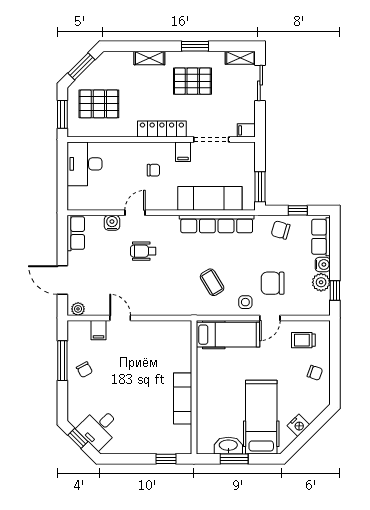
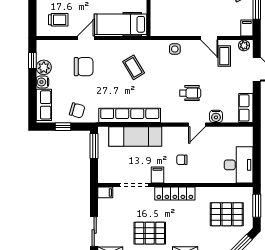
coffee table: (102, 296) -> (224, 56), added
side table: (245, 302) -> (175, 49), moved
filing cabinet: (99, 330) -> (247, 28), moved

